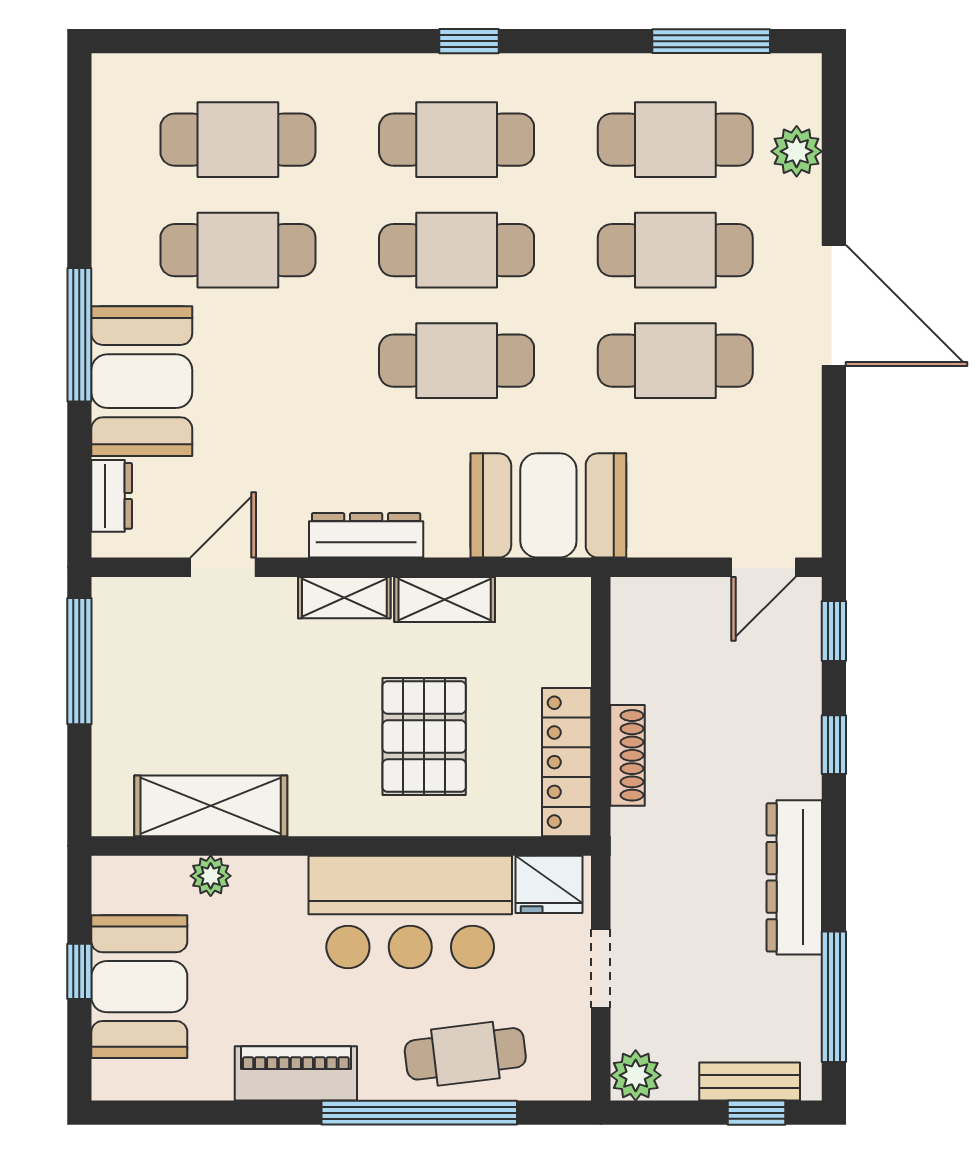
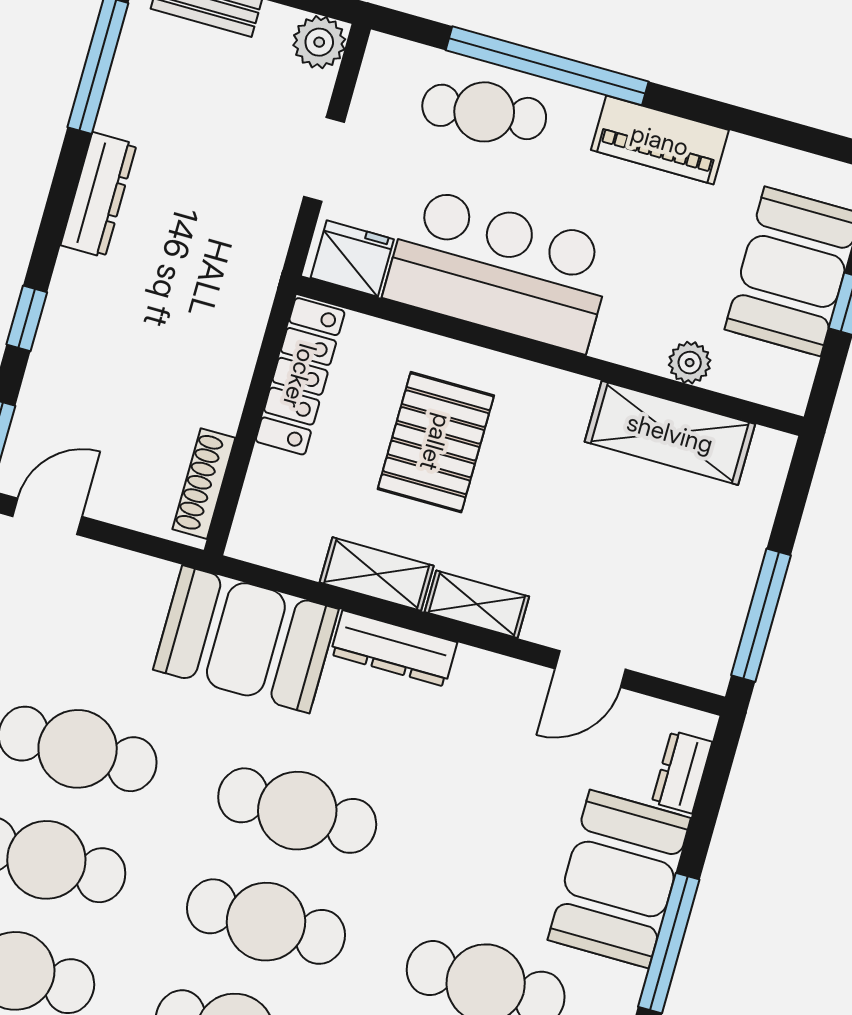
dresser: (366, 535) -> (394, 648), moved
shoe rack: (628, 755) -> (204, 484), moved
dresser: (794, 877) -> (99, 195), width x0.73, depth x0.80

